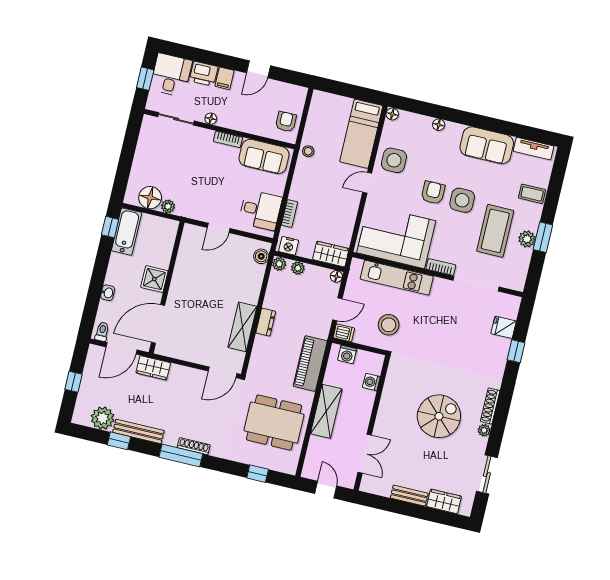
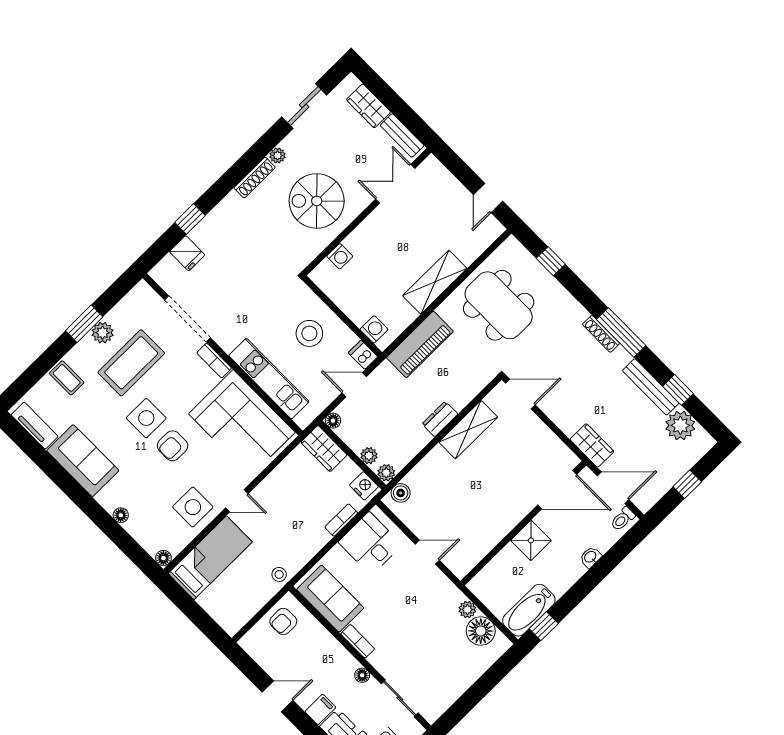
washing machine: (371, 382) -> (340, 256), moved
wall: (372, 423) -> (367, 212), moved
double door: (365, 454) -> (395, 184), moved

